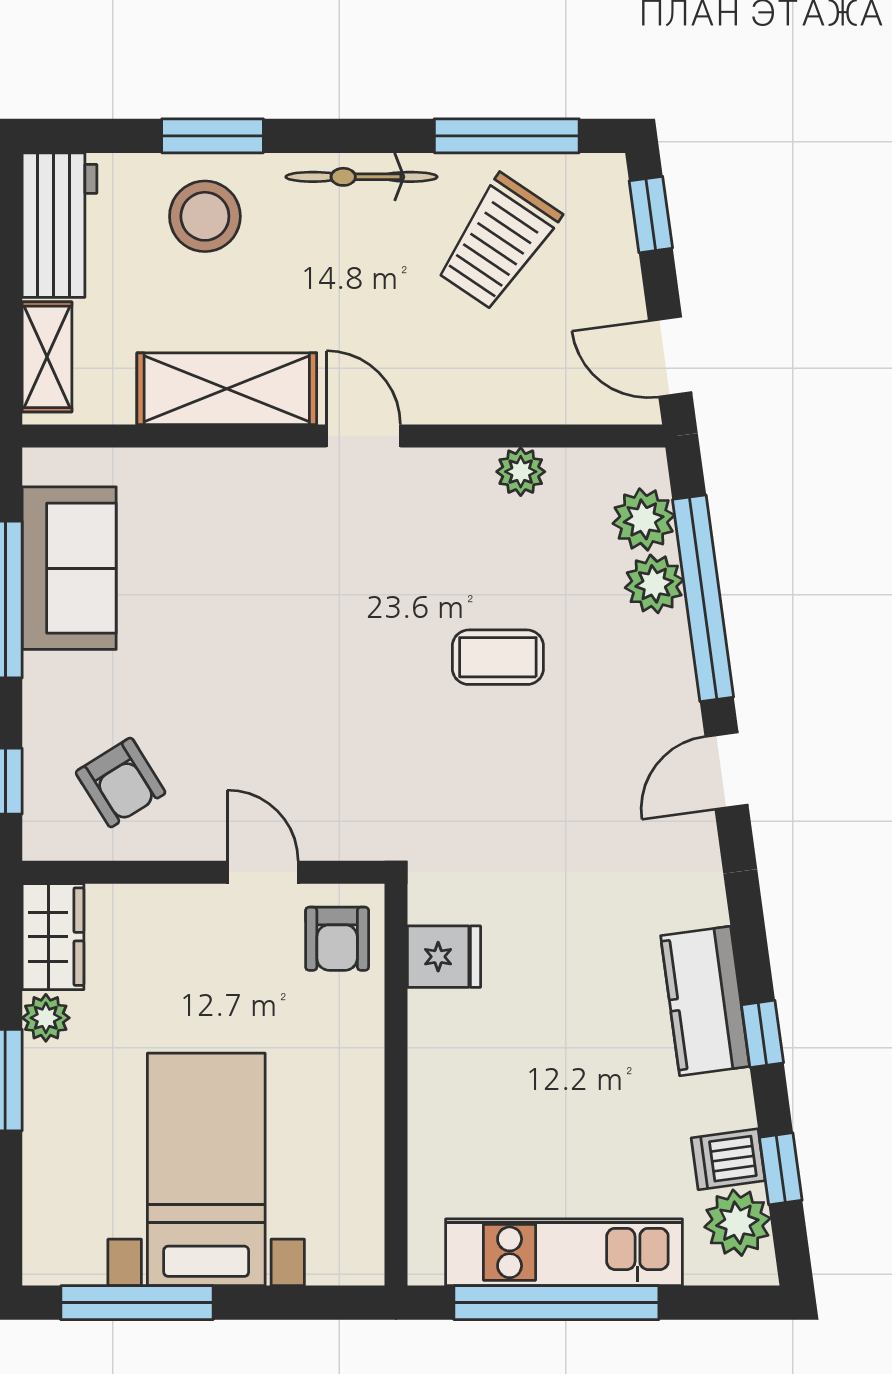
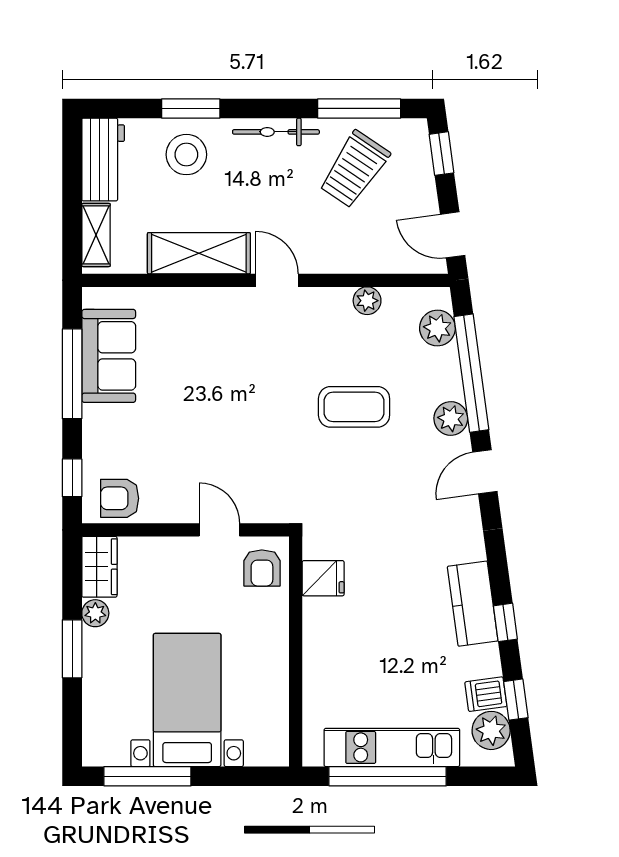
plant: (654, 584) -> (451, 419), moved
coffee table: (498, 657) -> (354, 407), width x1.36, depth x1.30
armchair: (121, 782) -> (120, 498), moved, turned 122

